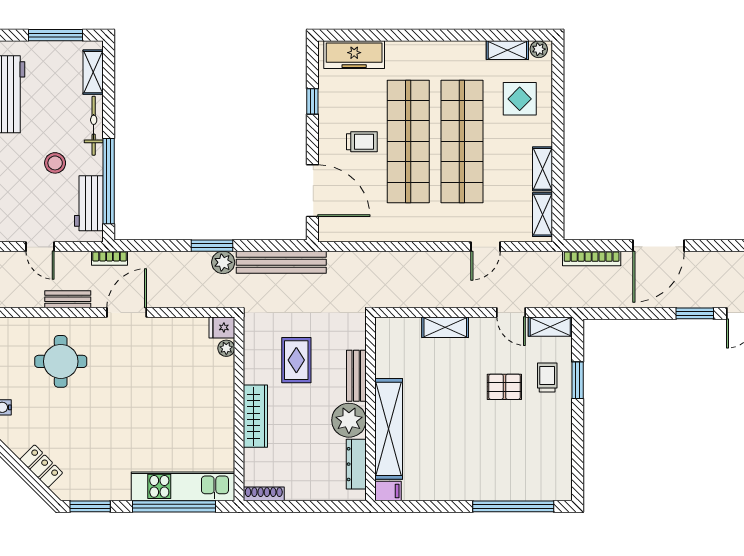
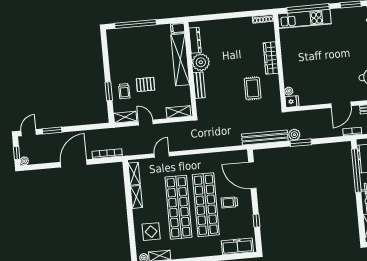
bench: (356, 376) -> (199, 85), moved
wall: (370, 409) -> (190, 69), moved
plant: (349, 420) -> (201, 62), moved
shelving: (389, 429) -> (180, 60), moved
dresser: (356, 464) -> (195, 40), moved
filing cabinet: (388, 491) -> (178, 28), moved

